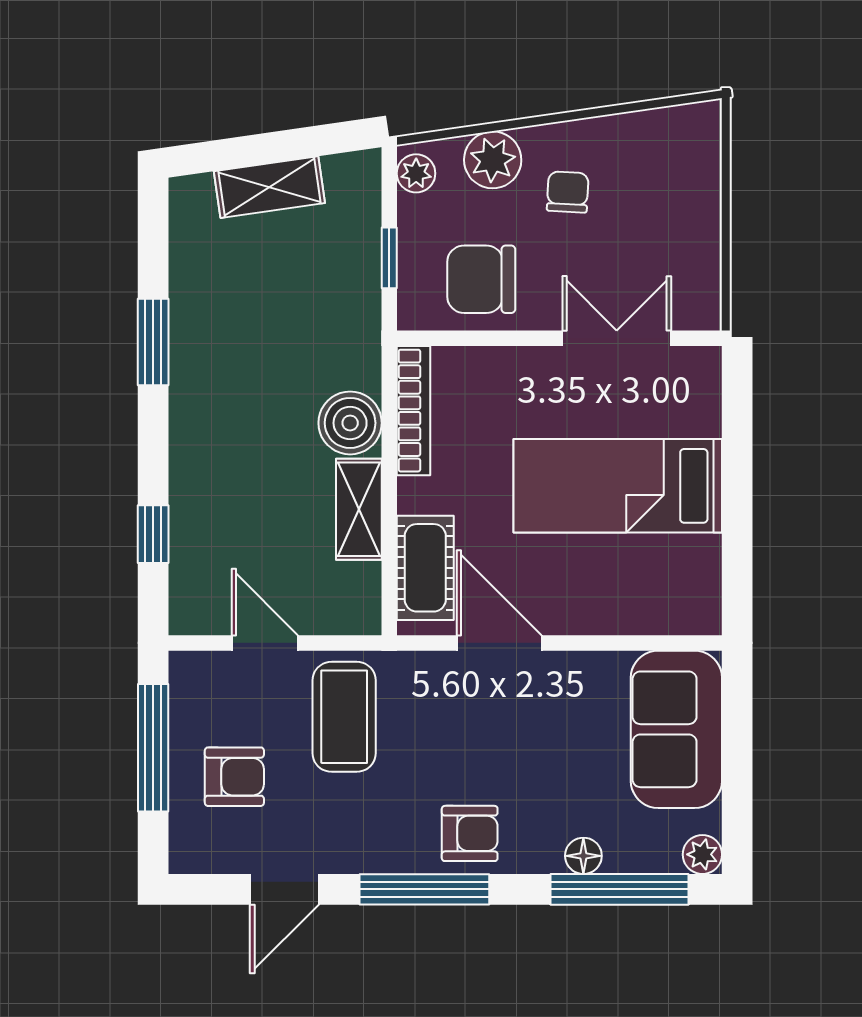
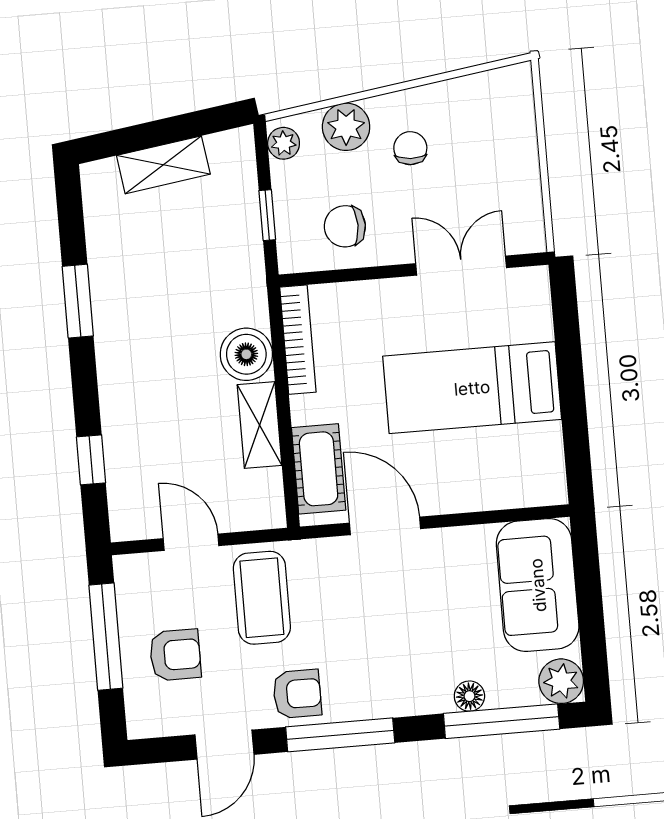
chair: (481, 279) -> (345, 226), width x0.73, depth x0.73
armchair: (470, 833) -> (297, 694), moved
plant: (702, 854) -> (561, 681), width x1.38, depth x1.38

